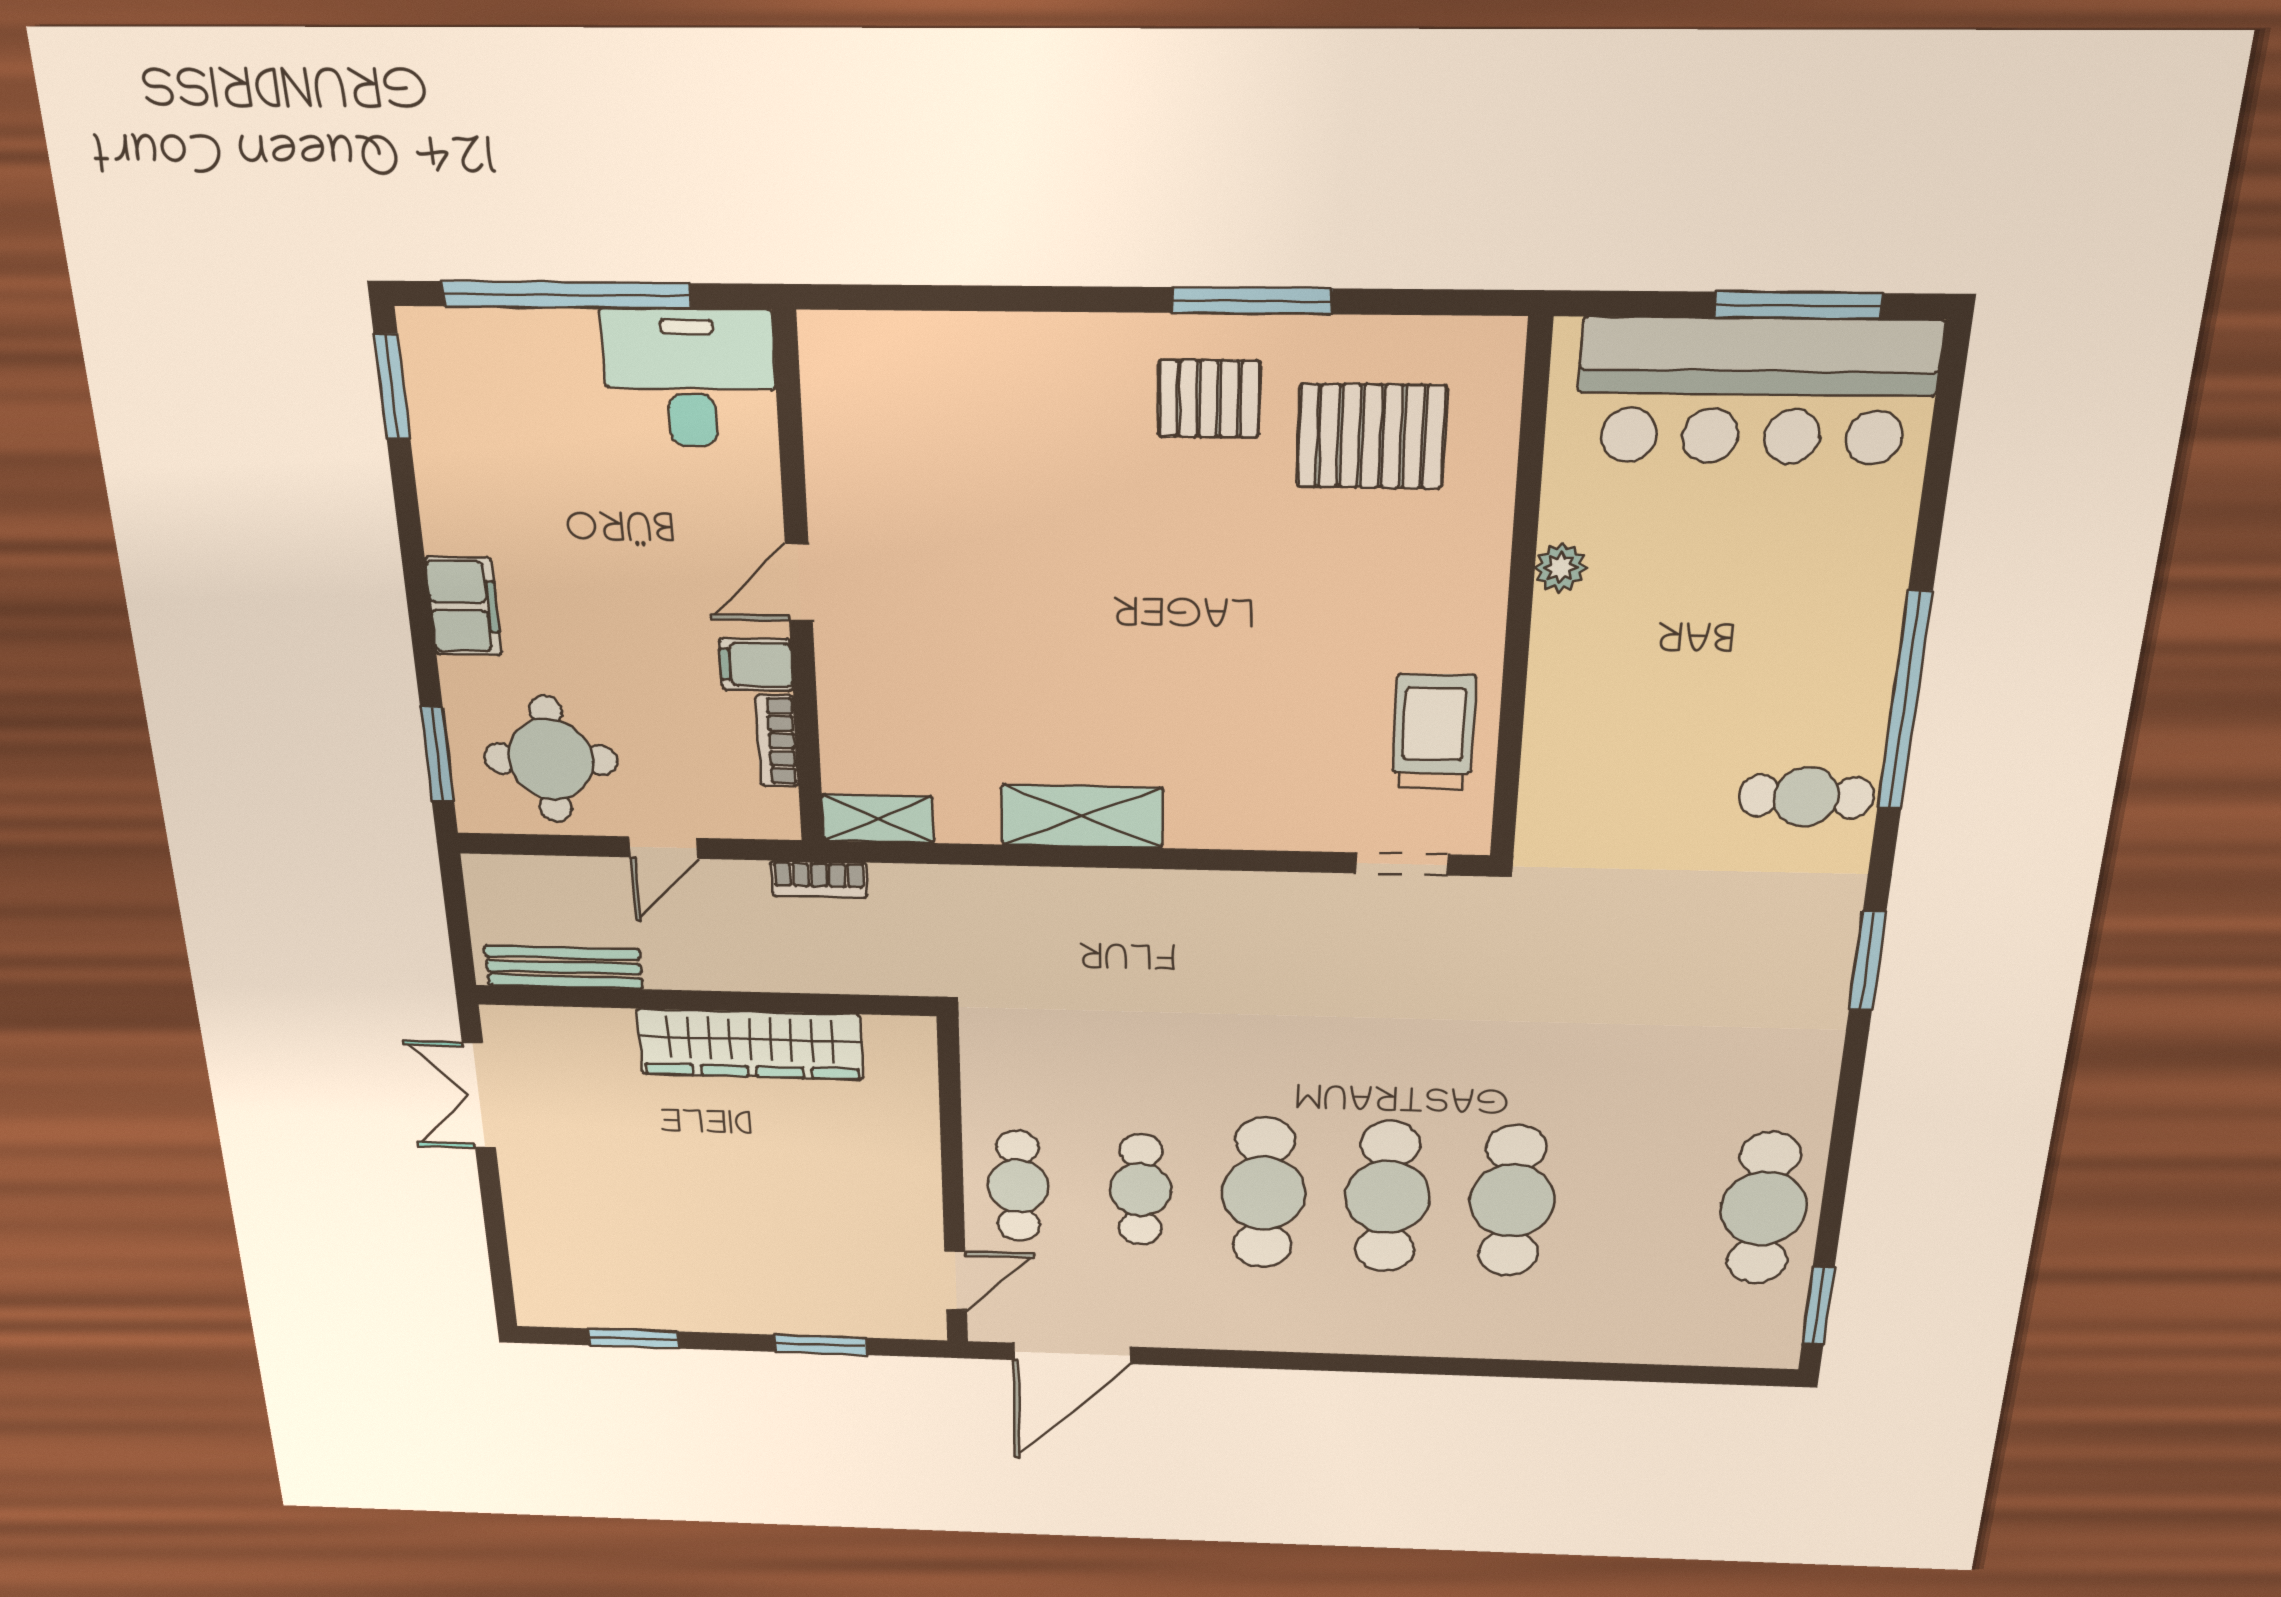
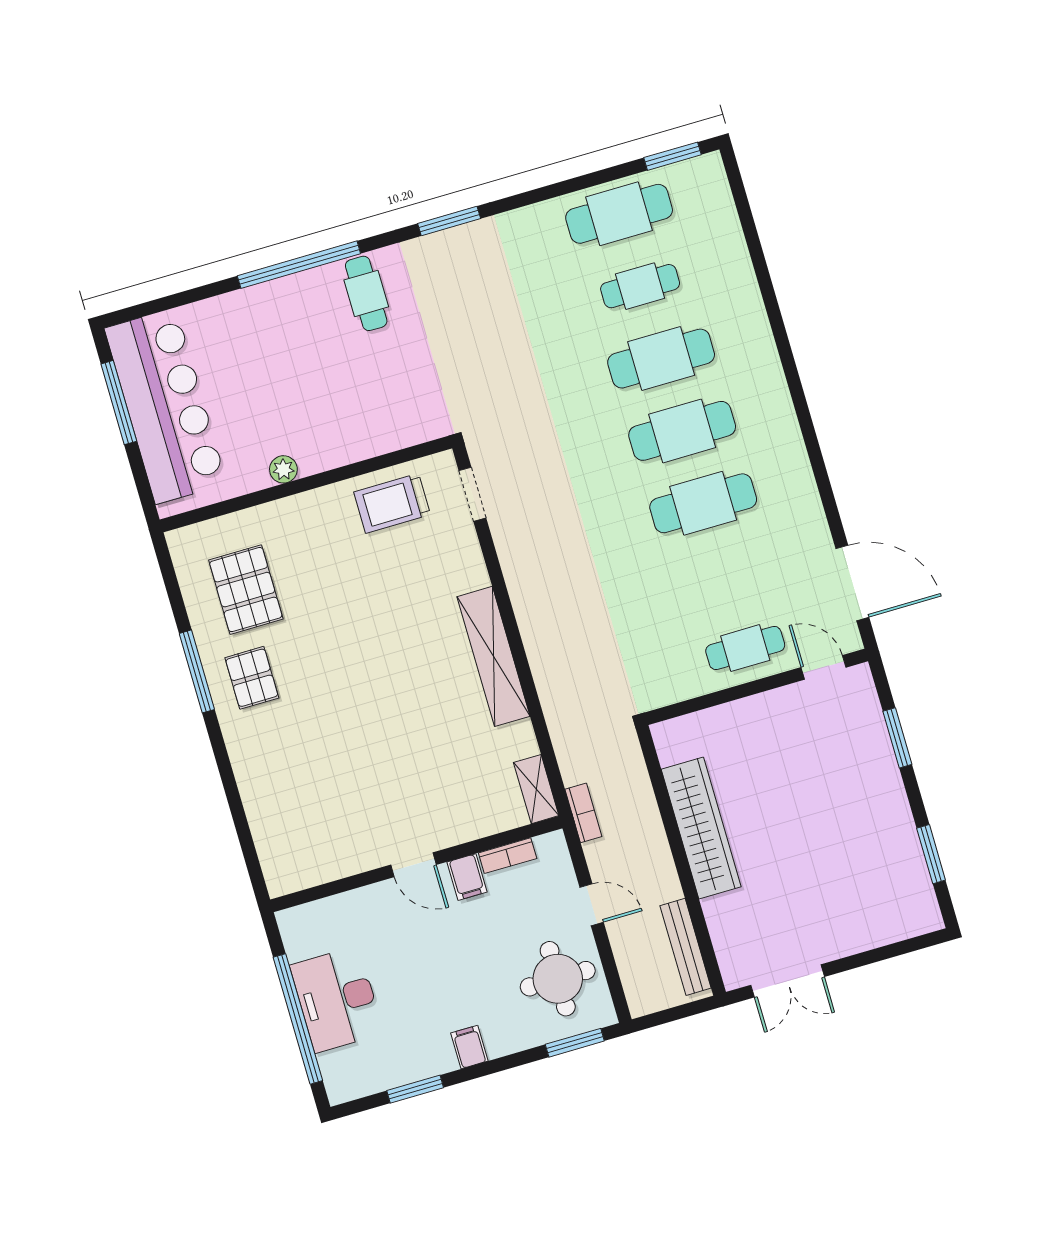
desk: (690, 378) -> (337, 999), moved
window: (392, 386) -> (415, 1089), moved
filing cabinet: (463, 606) -> (469, 1047), width x0.50
shelving: (1082, 816) -> (493, 656), width x1.47
cafe table: (1141, 1190) -> (640, 286), moved

